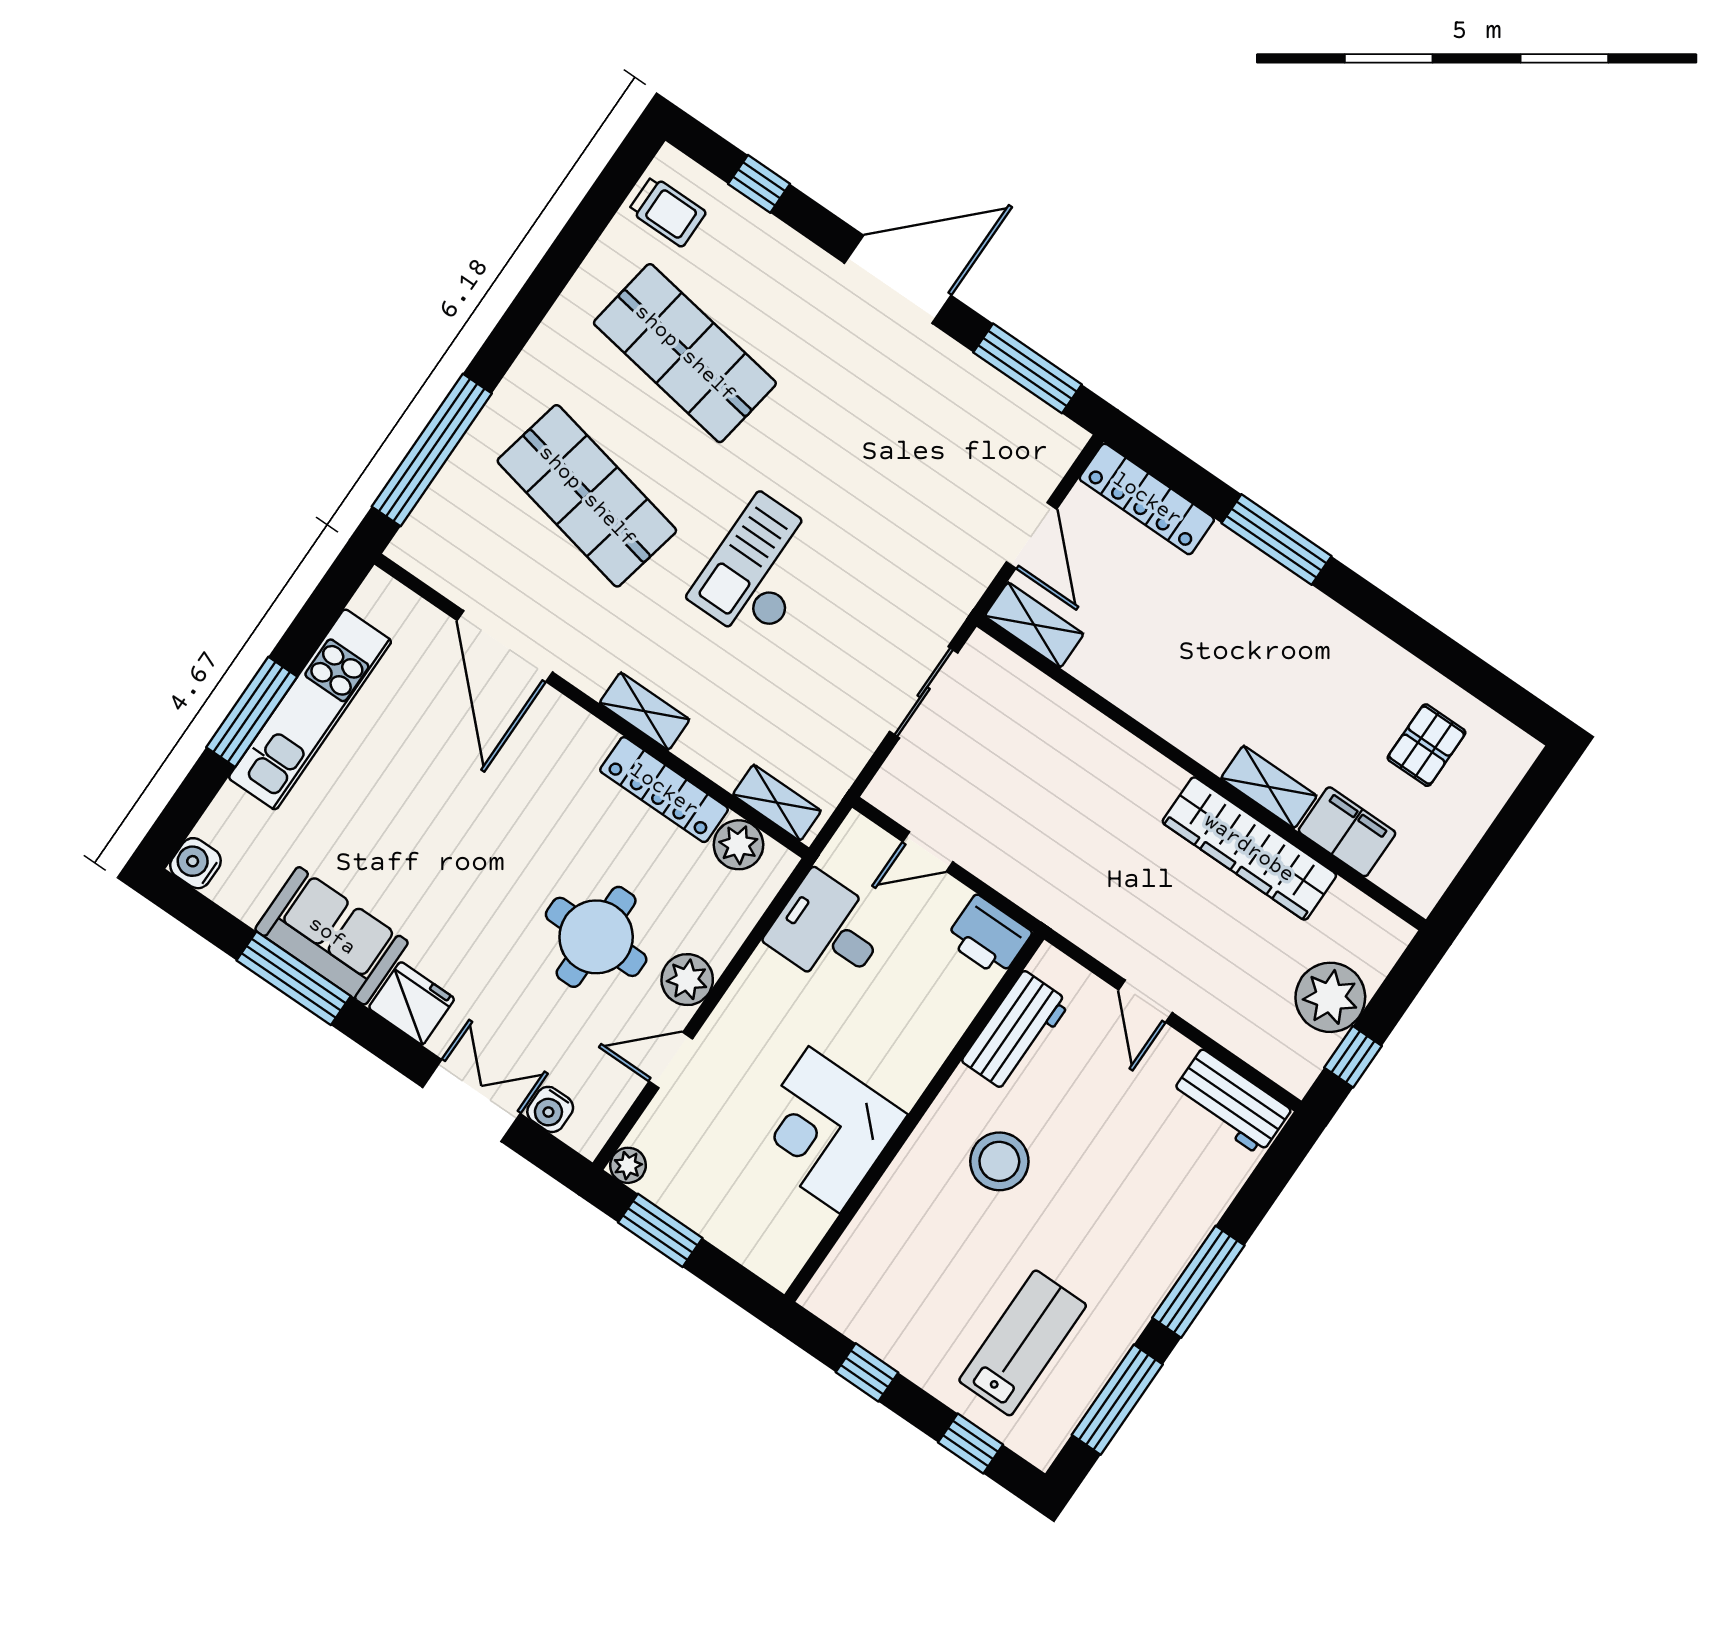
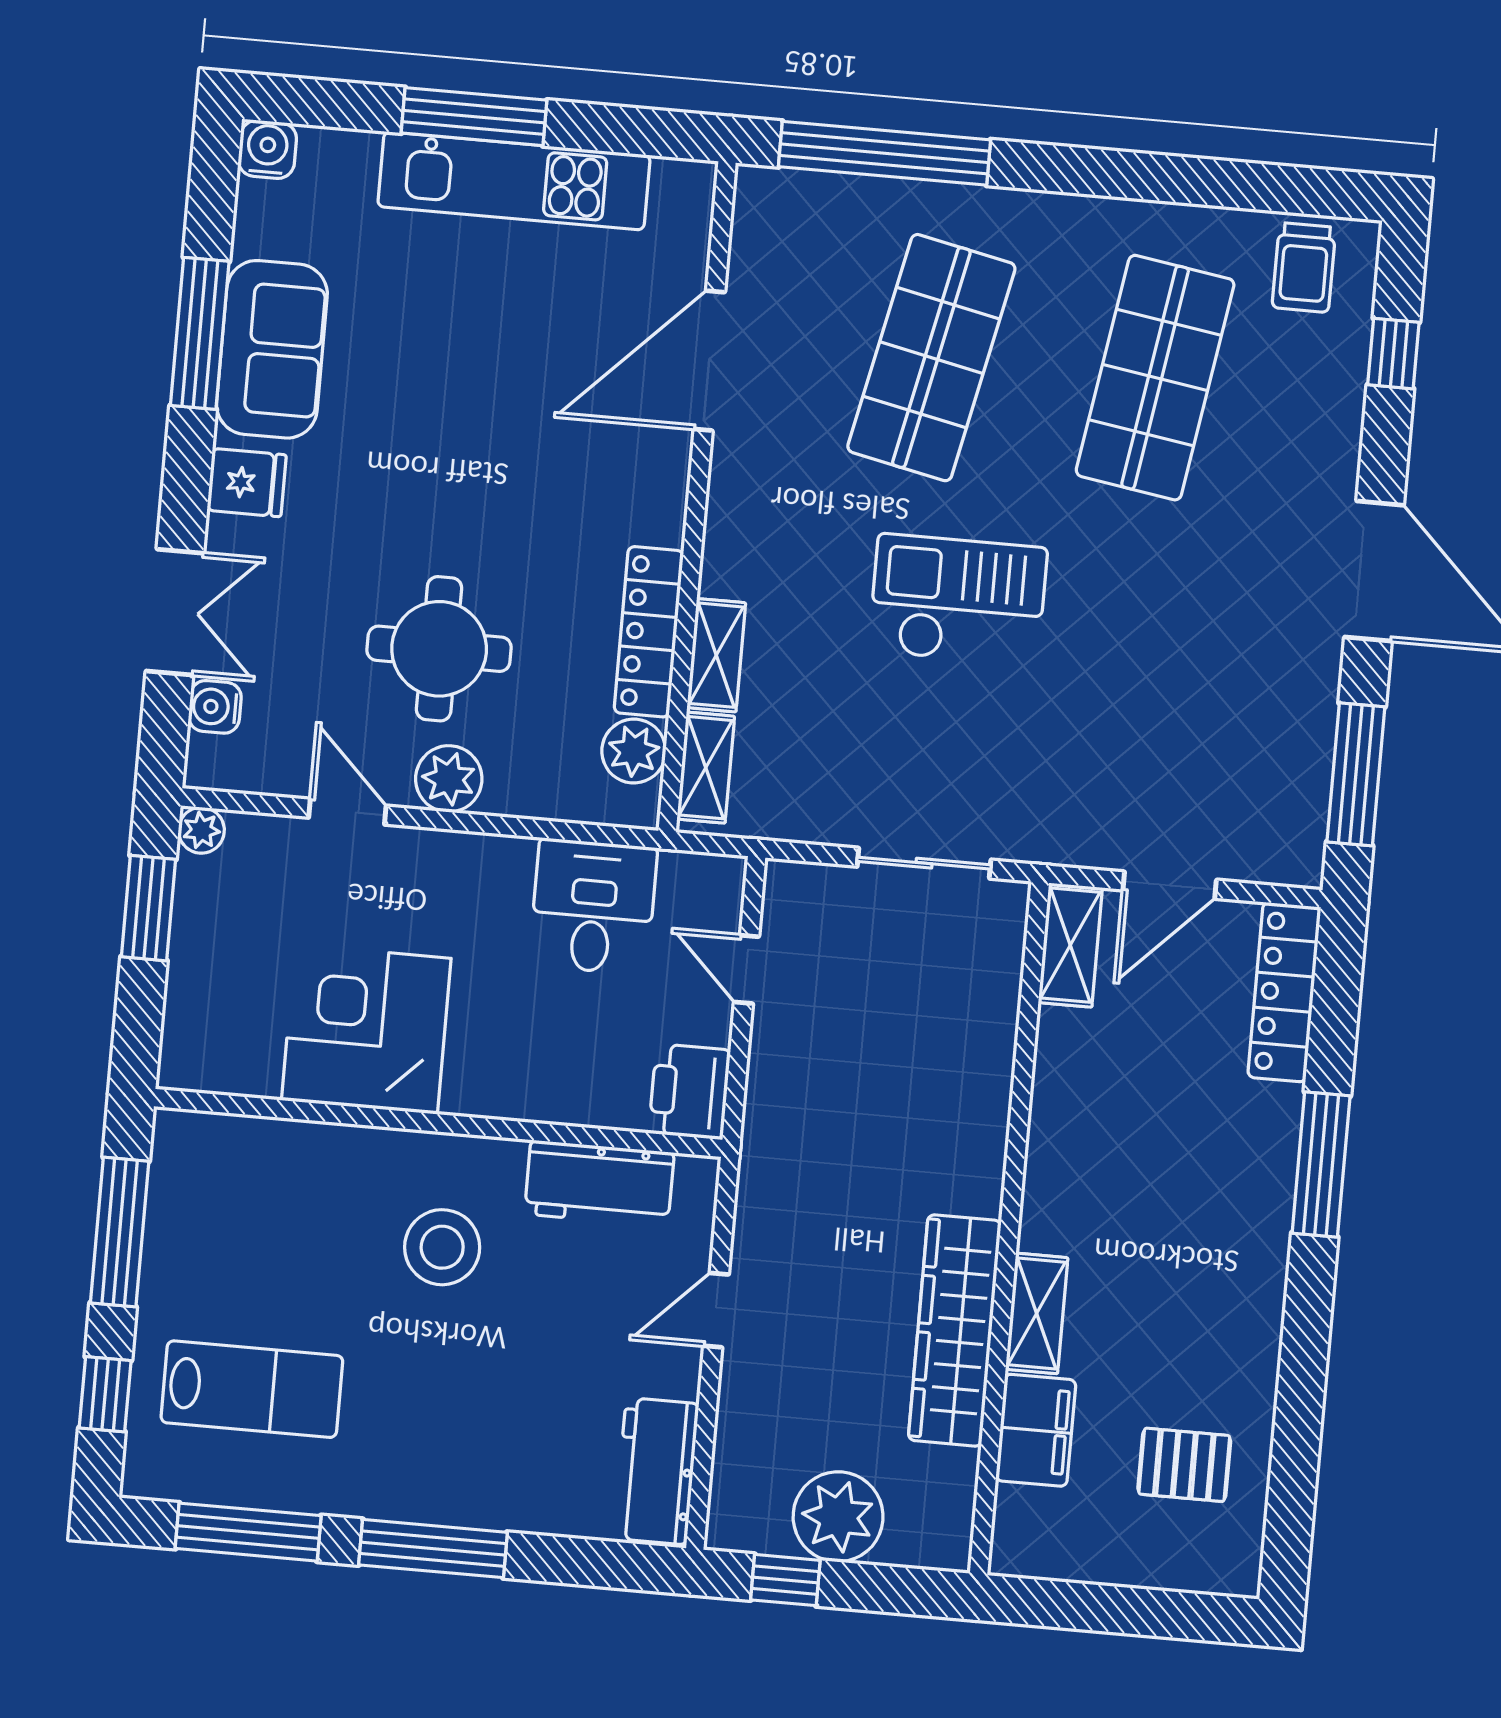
shelving: (645, 711) -> (716, 655), moved
fridge: (412, 1003) -> (247, 483), width x0.72
window: (867, 1372) -> (120, 1232), width x2.17

